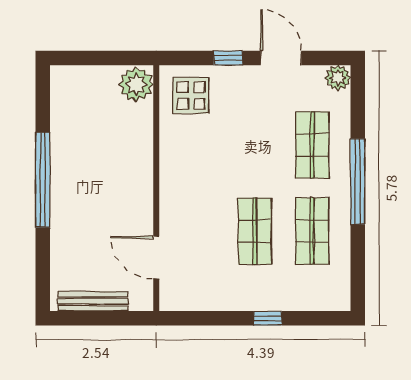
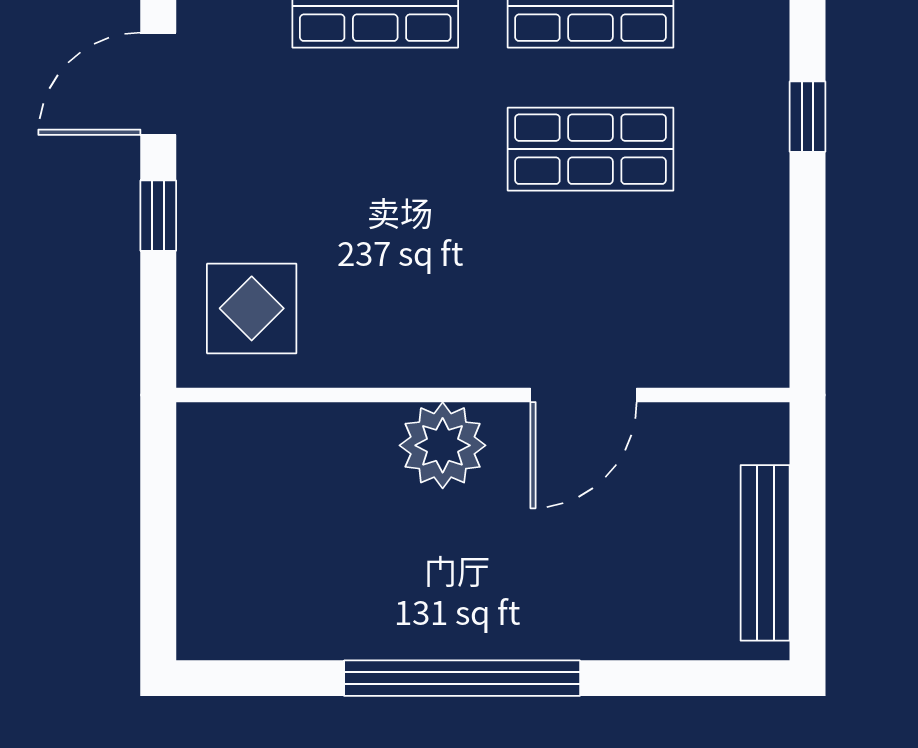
plant: (136, 84) -> (443, 445), moved
door: (156, 258) -> (583, 395), moved

